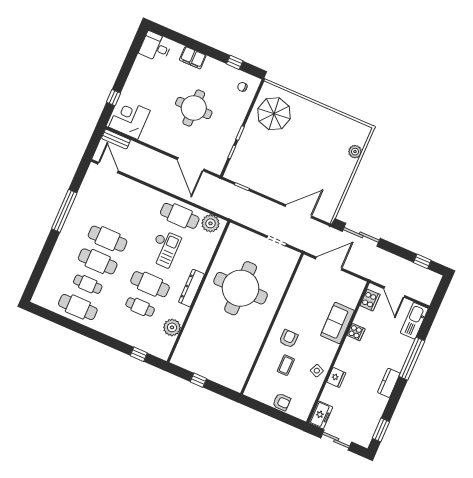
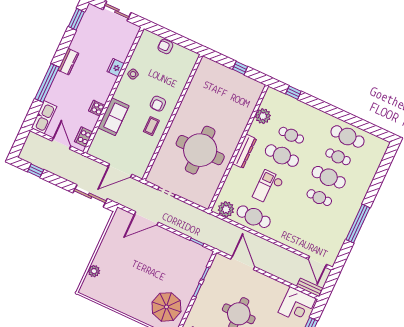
cafe table: (108, 239) -> (319, 198), width x0.73, depth x0.74
coffee table: (286, 365) -> (151, 126), moved
freezer: (321, 415) -> (130, 34), removed

